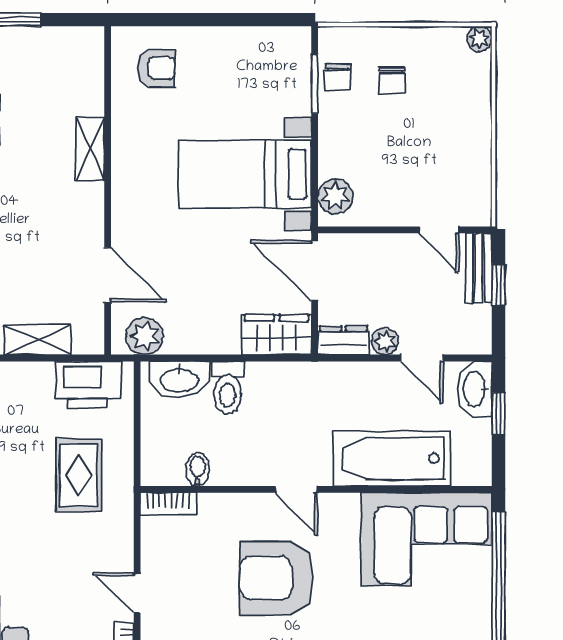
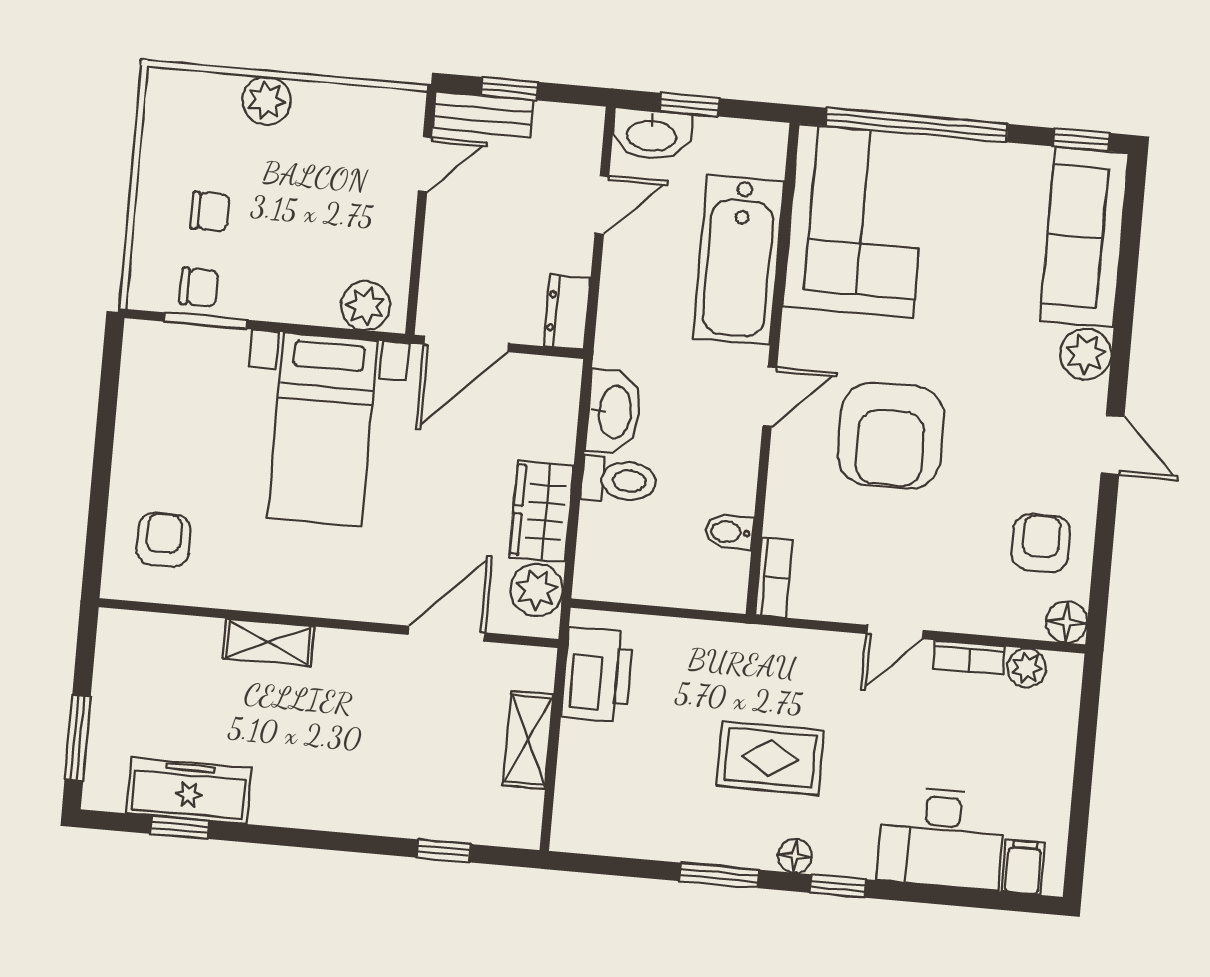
plant: (479, 39) -> (267, 101), moved, width x1.38, depth x1.38
wardrobe: (277, 335) -> (541, 511), moved
plant: (385, 341) -> (574, 254), removed
washbasin: (179, 379) -> (613, 412), moved
rug: (79, 475) -> (770, 758), moved

